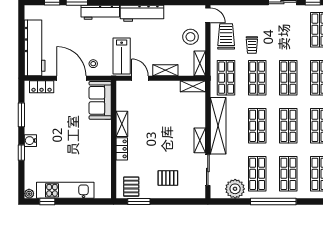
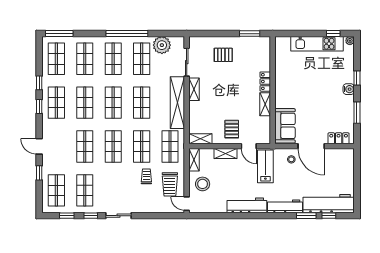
workbench: (35, 48) -> (329, 204), moved, turned 90
pallet: (131, 187) -> (232, 129), moved

